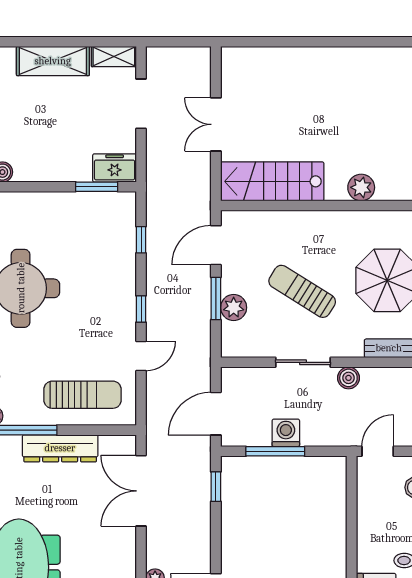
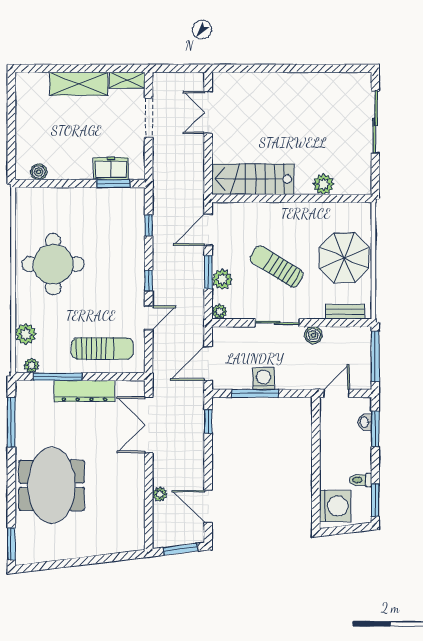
double door: (216, 124) -> (208, 112), moved
freezer: (115, 168) -> (111, 169), moved
plant: (230, 348) -> (219, 311), added

